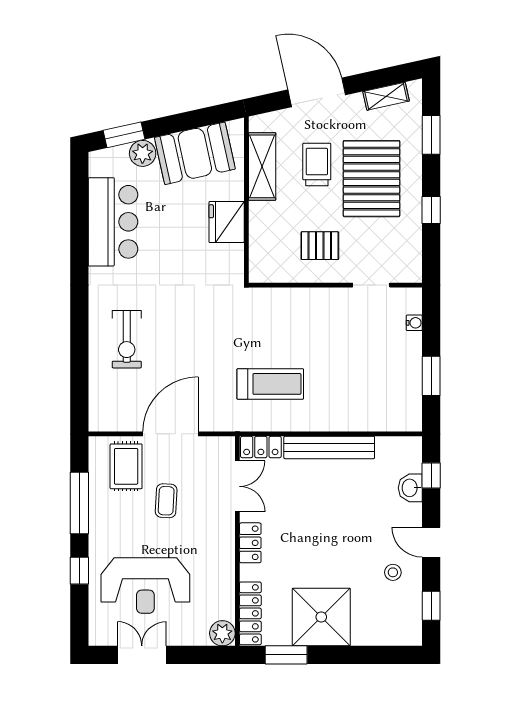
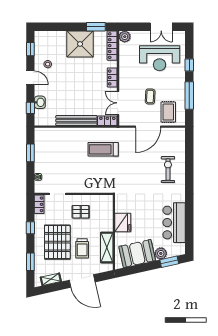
locker: (412, 262) -> (39, 204), added
reception desk: (145, 586) -> (160, 58), turned 180

